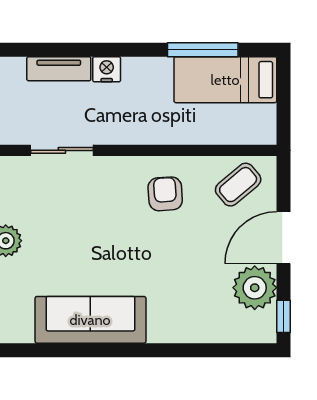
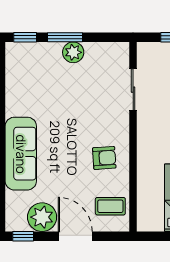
coffee table: (238, 185) -> (110, 206), turned -50
sofa: (90, 320) -> (21, 154), moved

